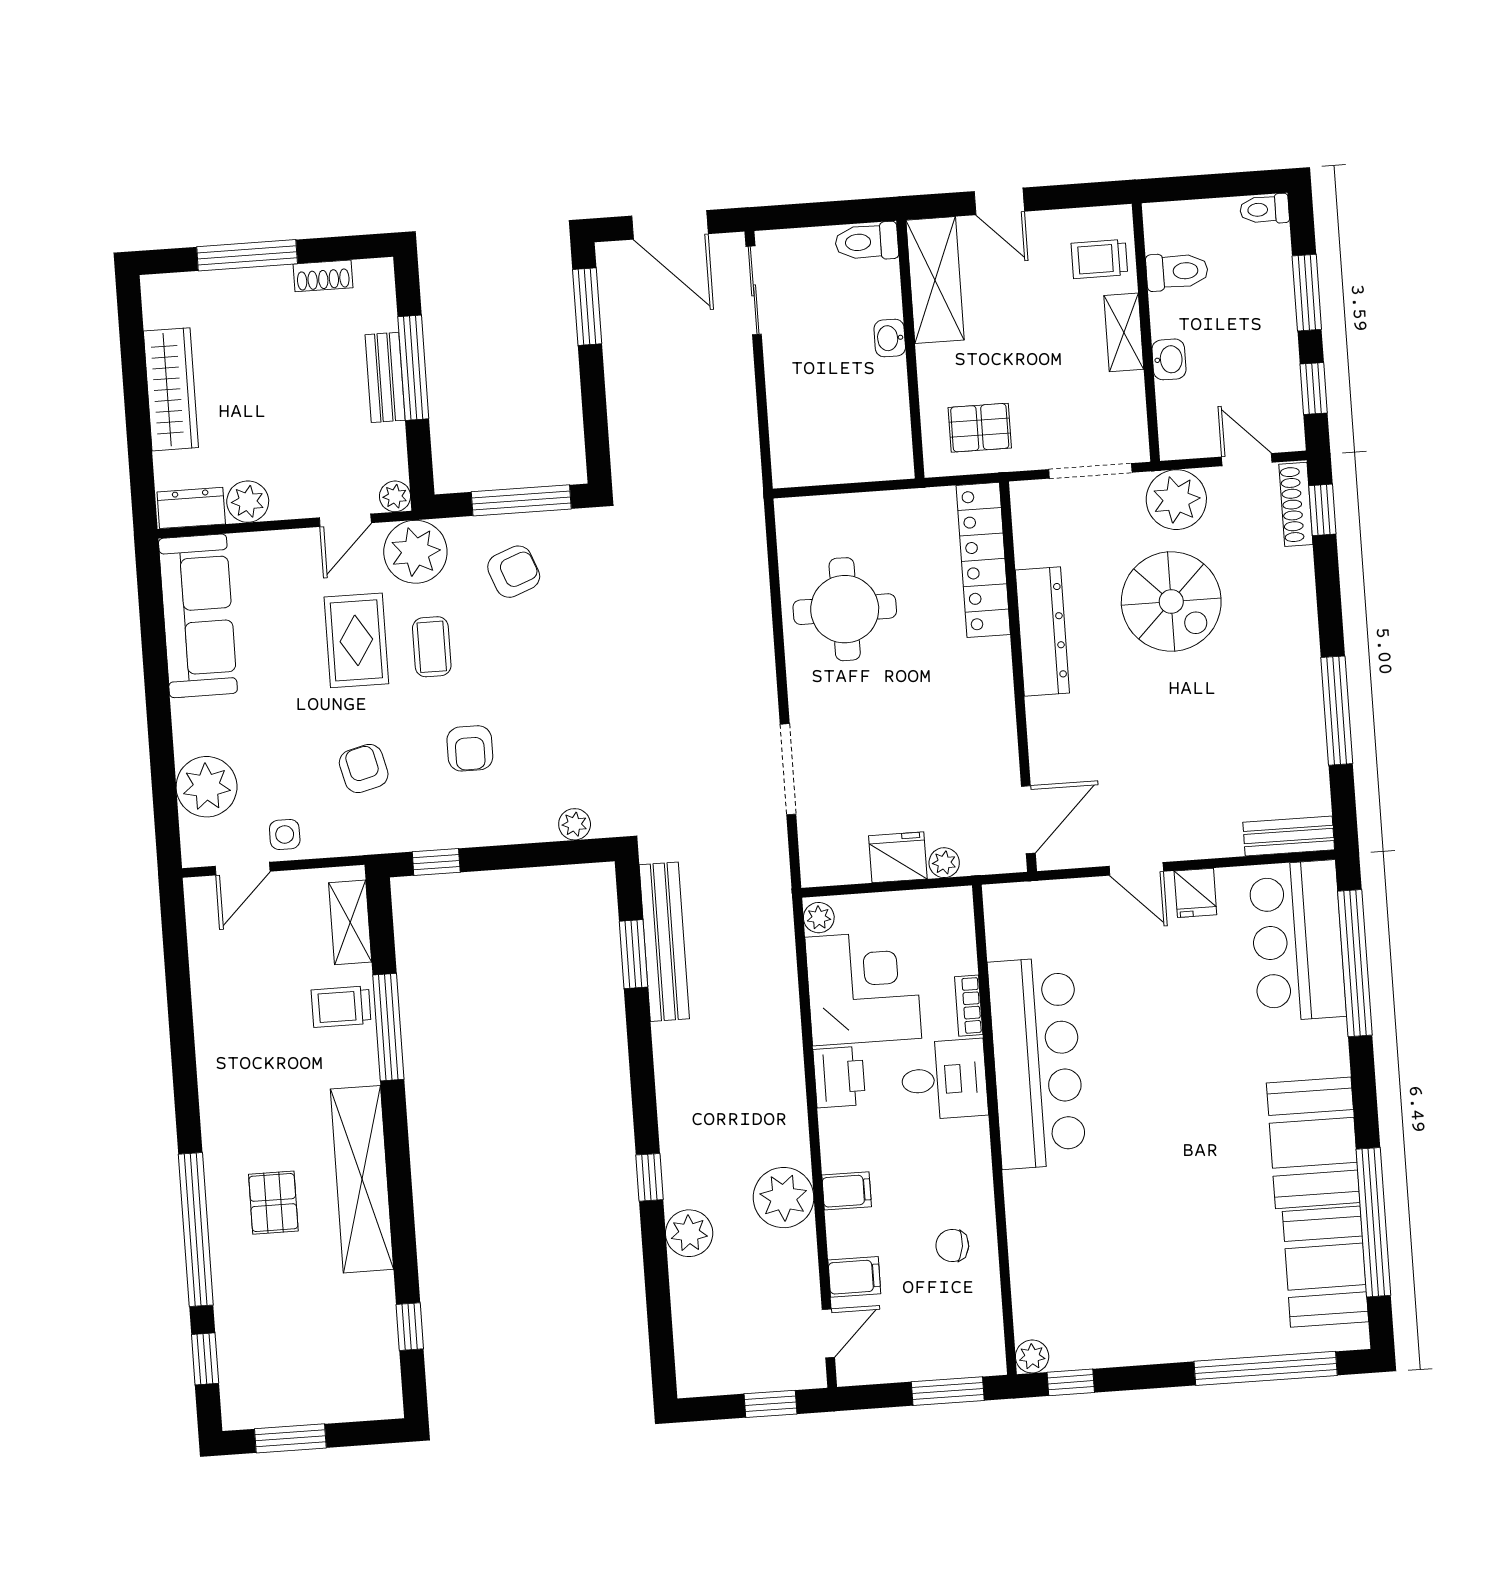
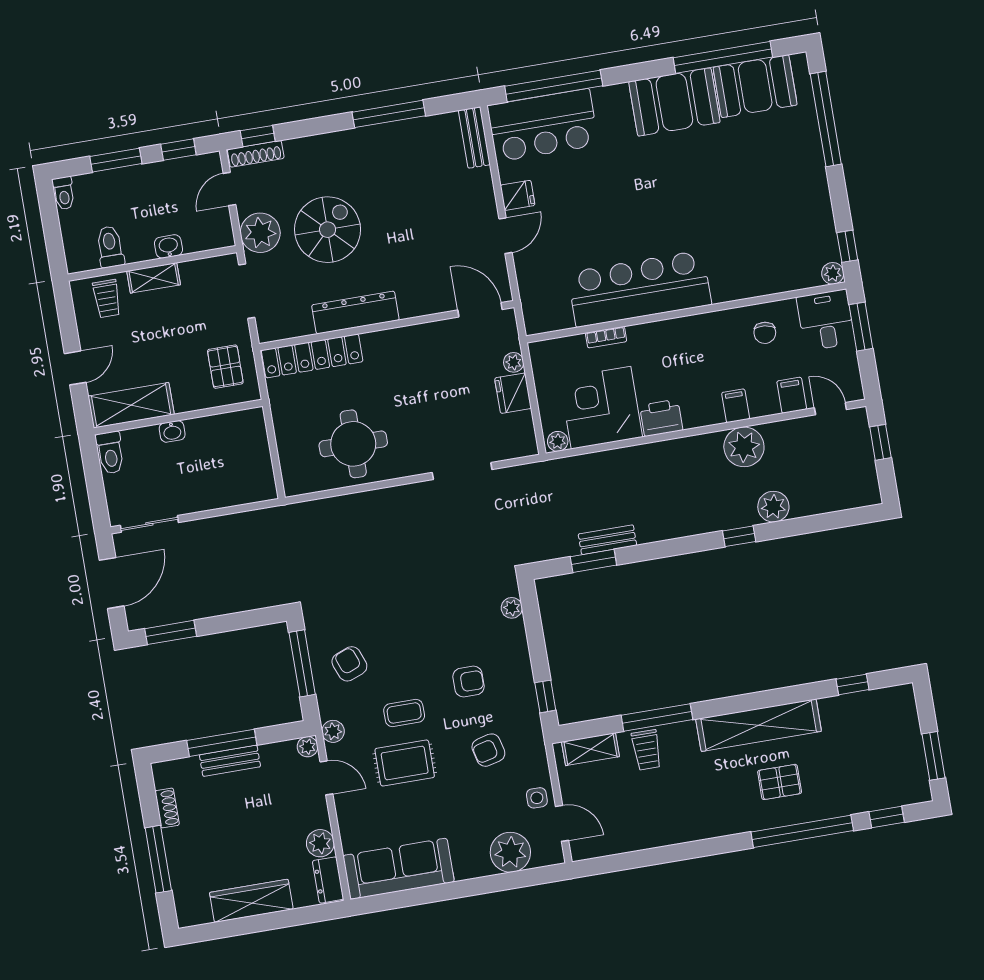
plant: (415, 552) -> (333, 731), width x0.53, depth x0.53
bench: (664, 942) -> (607, 540), width x0.54, depth x0.82
desk: (944, 1079) -> (826, 320), moved

